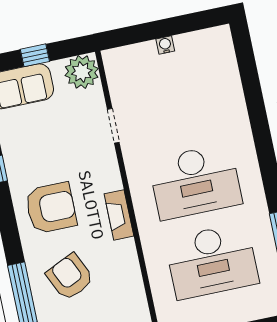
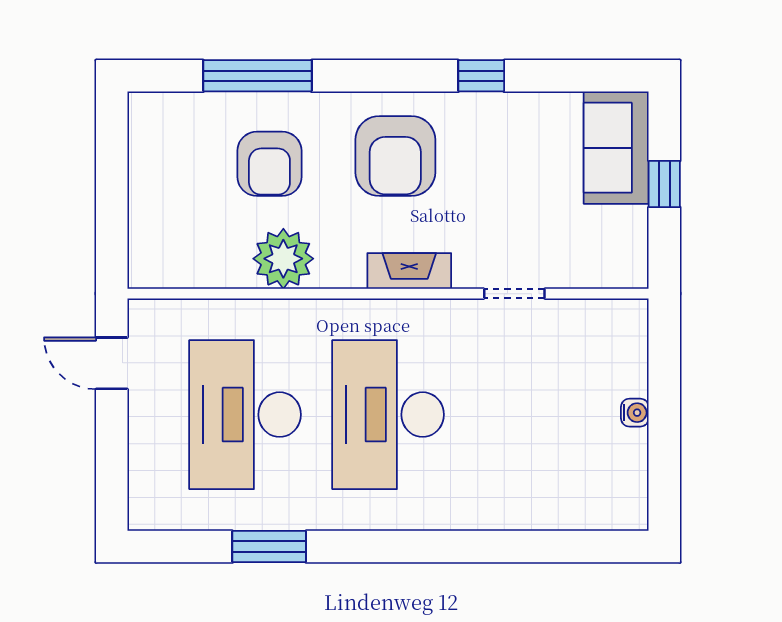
plant: (82, 72) -> (283, 259), moved
fireplace: (119, 215) -> (409, 271), moved
armchair: (70, 277) -> (269, 164), turned 115

